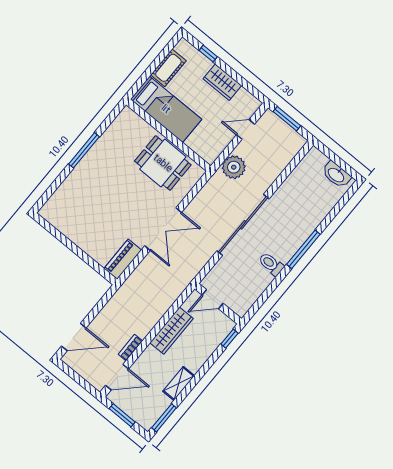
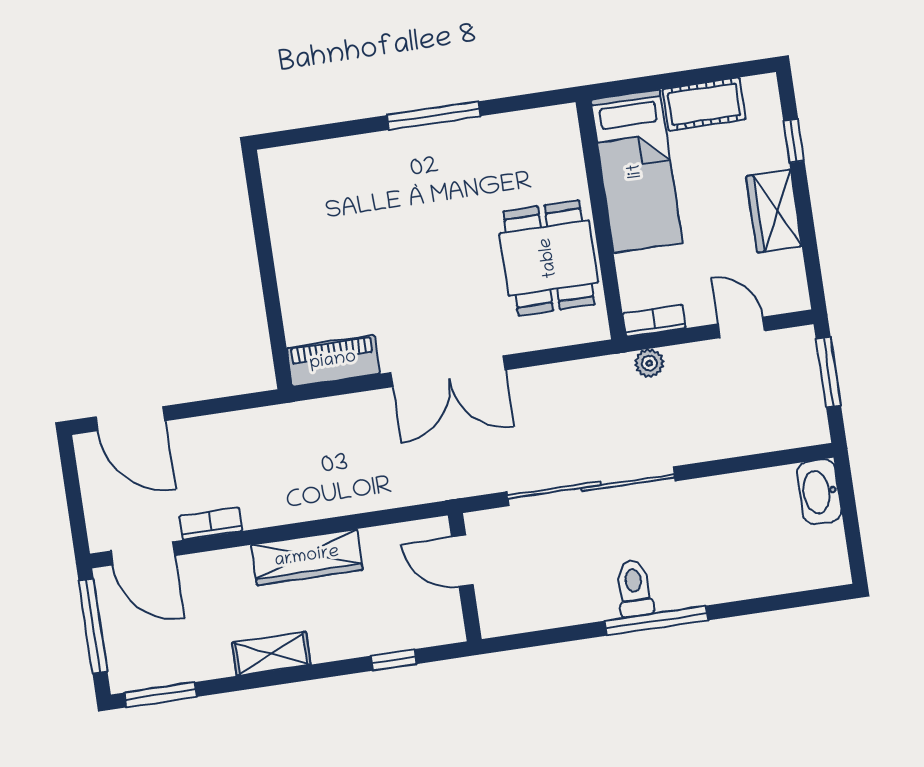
bookcase: (215, 153) -> (654, 321), added
plant: (234, 167) -> (649, 363), width x0.53, depth x0.53
washbasin: (336, 175) -> (819, 492), moved
toilet: (271, 264) -> (634, 588), moved
door: (213, 299) -> (462, 561), moved
wall: (218, 304) -> (465, 577), moved
shelving: (179, 383) -> (271, 654), moved
window: (122, 415) -> (93, 626), width x1.44

